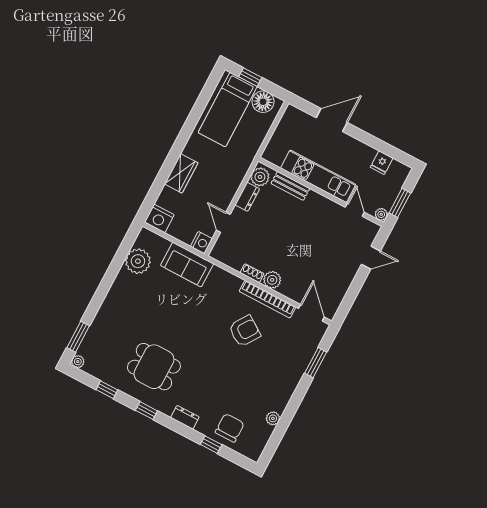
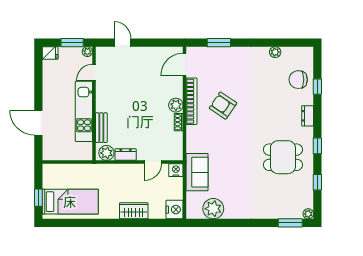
floor lamp: (263, 102) -> (51, 179), removed
fridge: (382, 163) -> (50, 53), moved
dining table: (154, 367) -> (283, 157), turned 90

